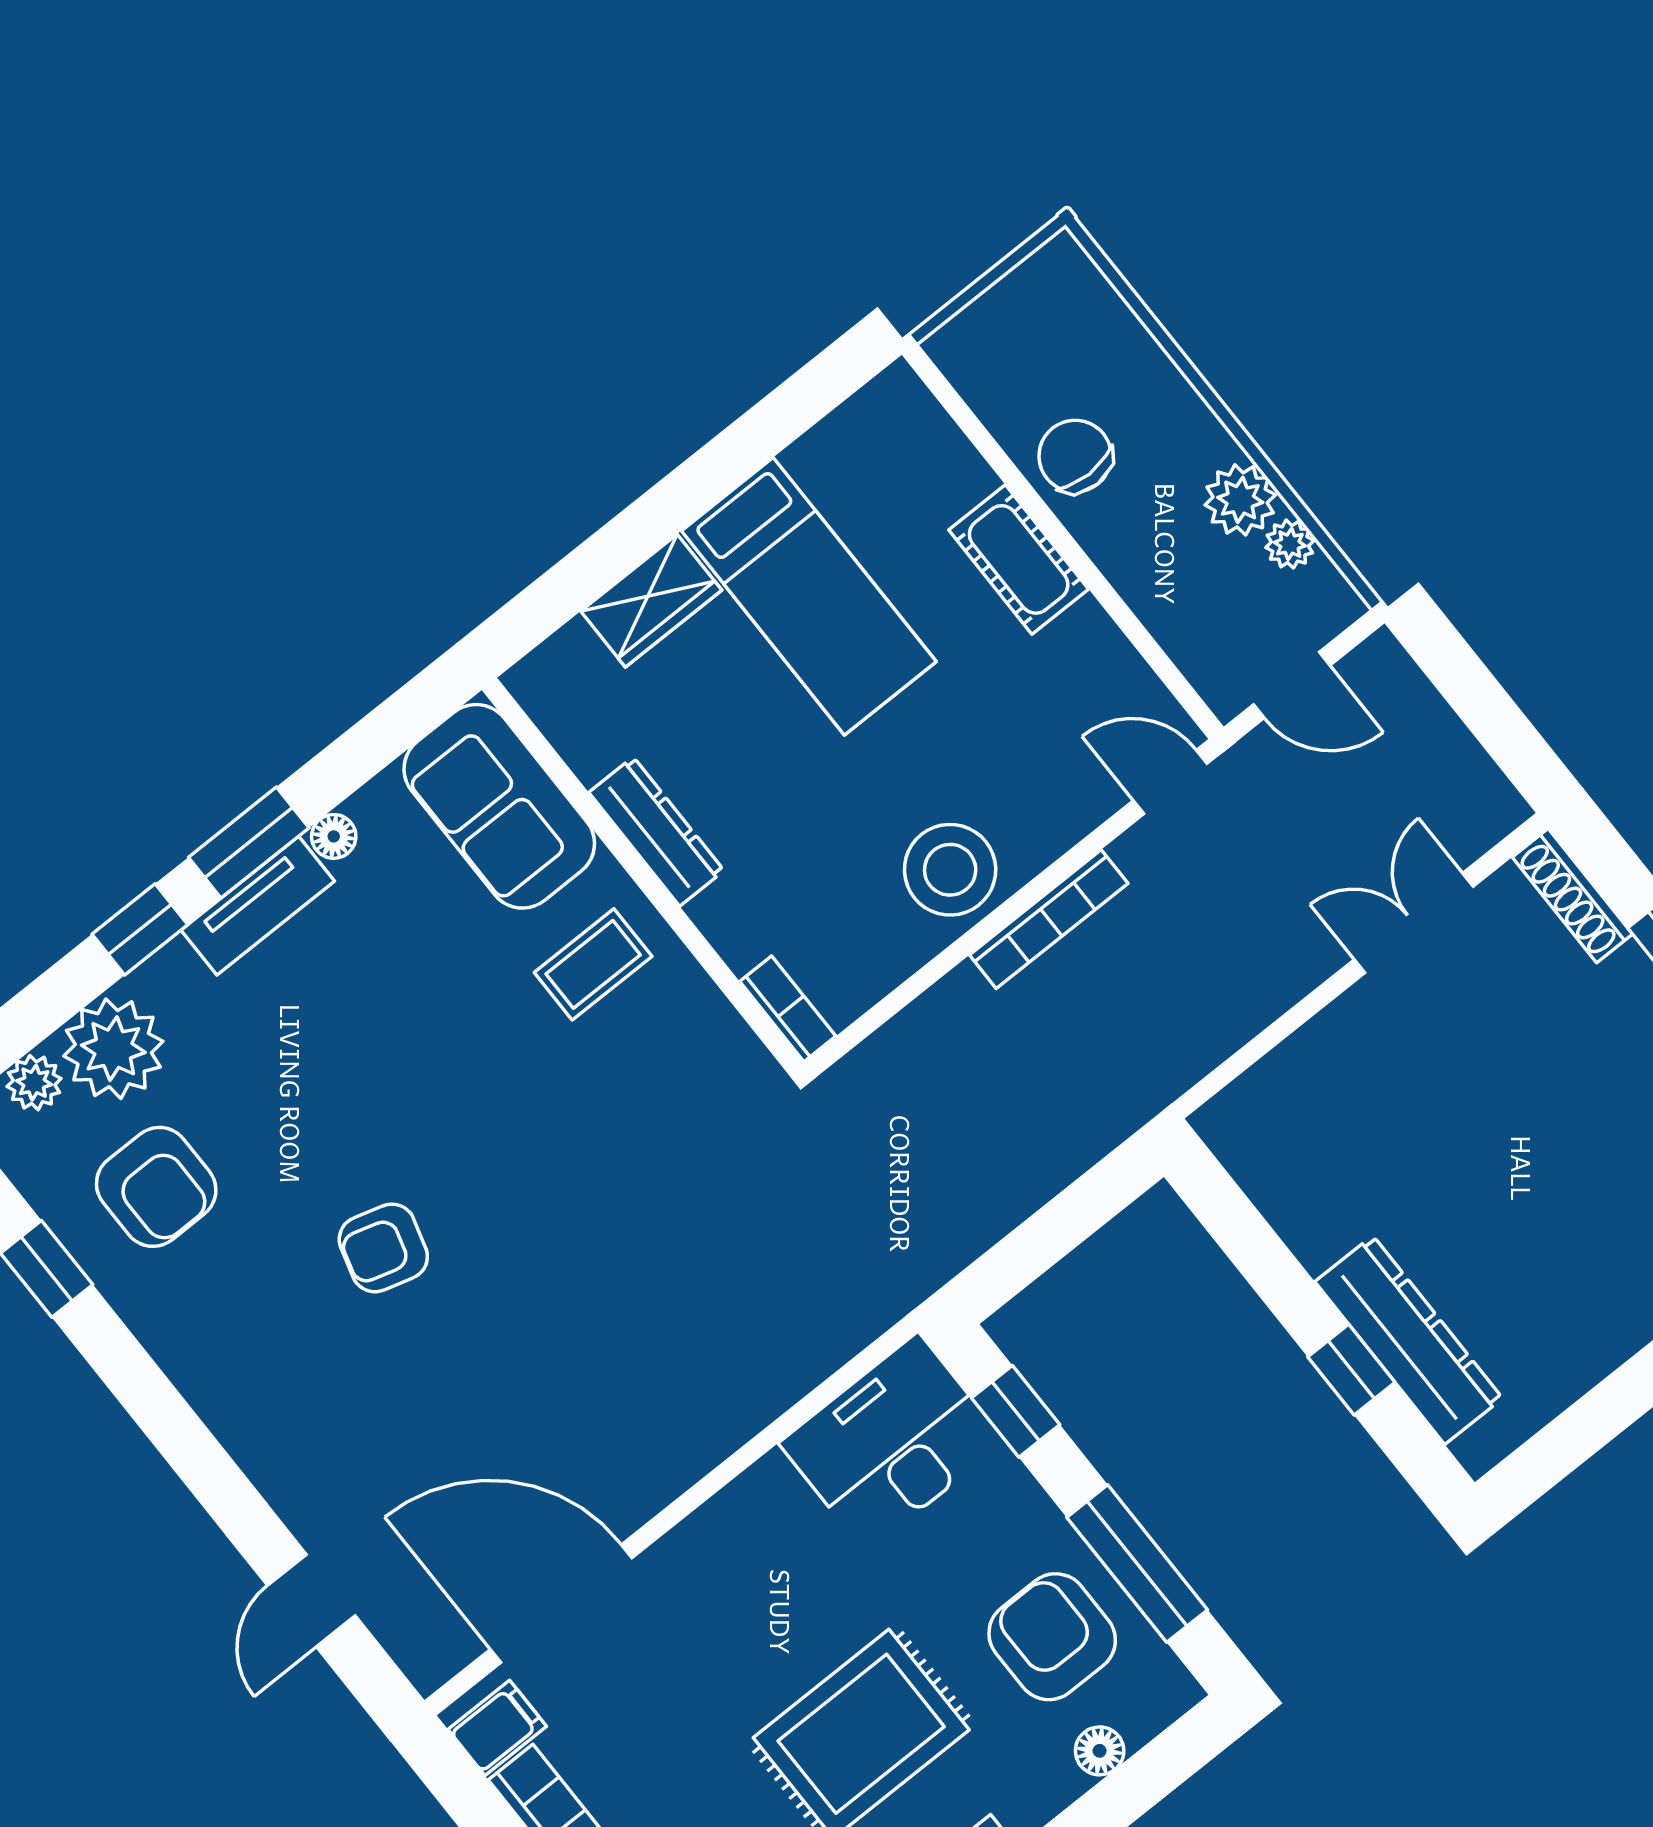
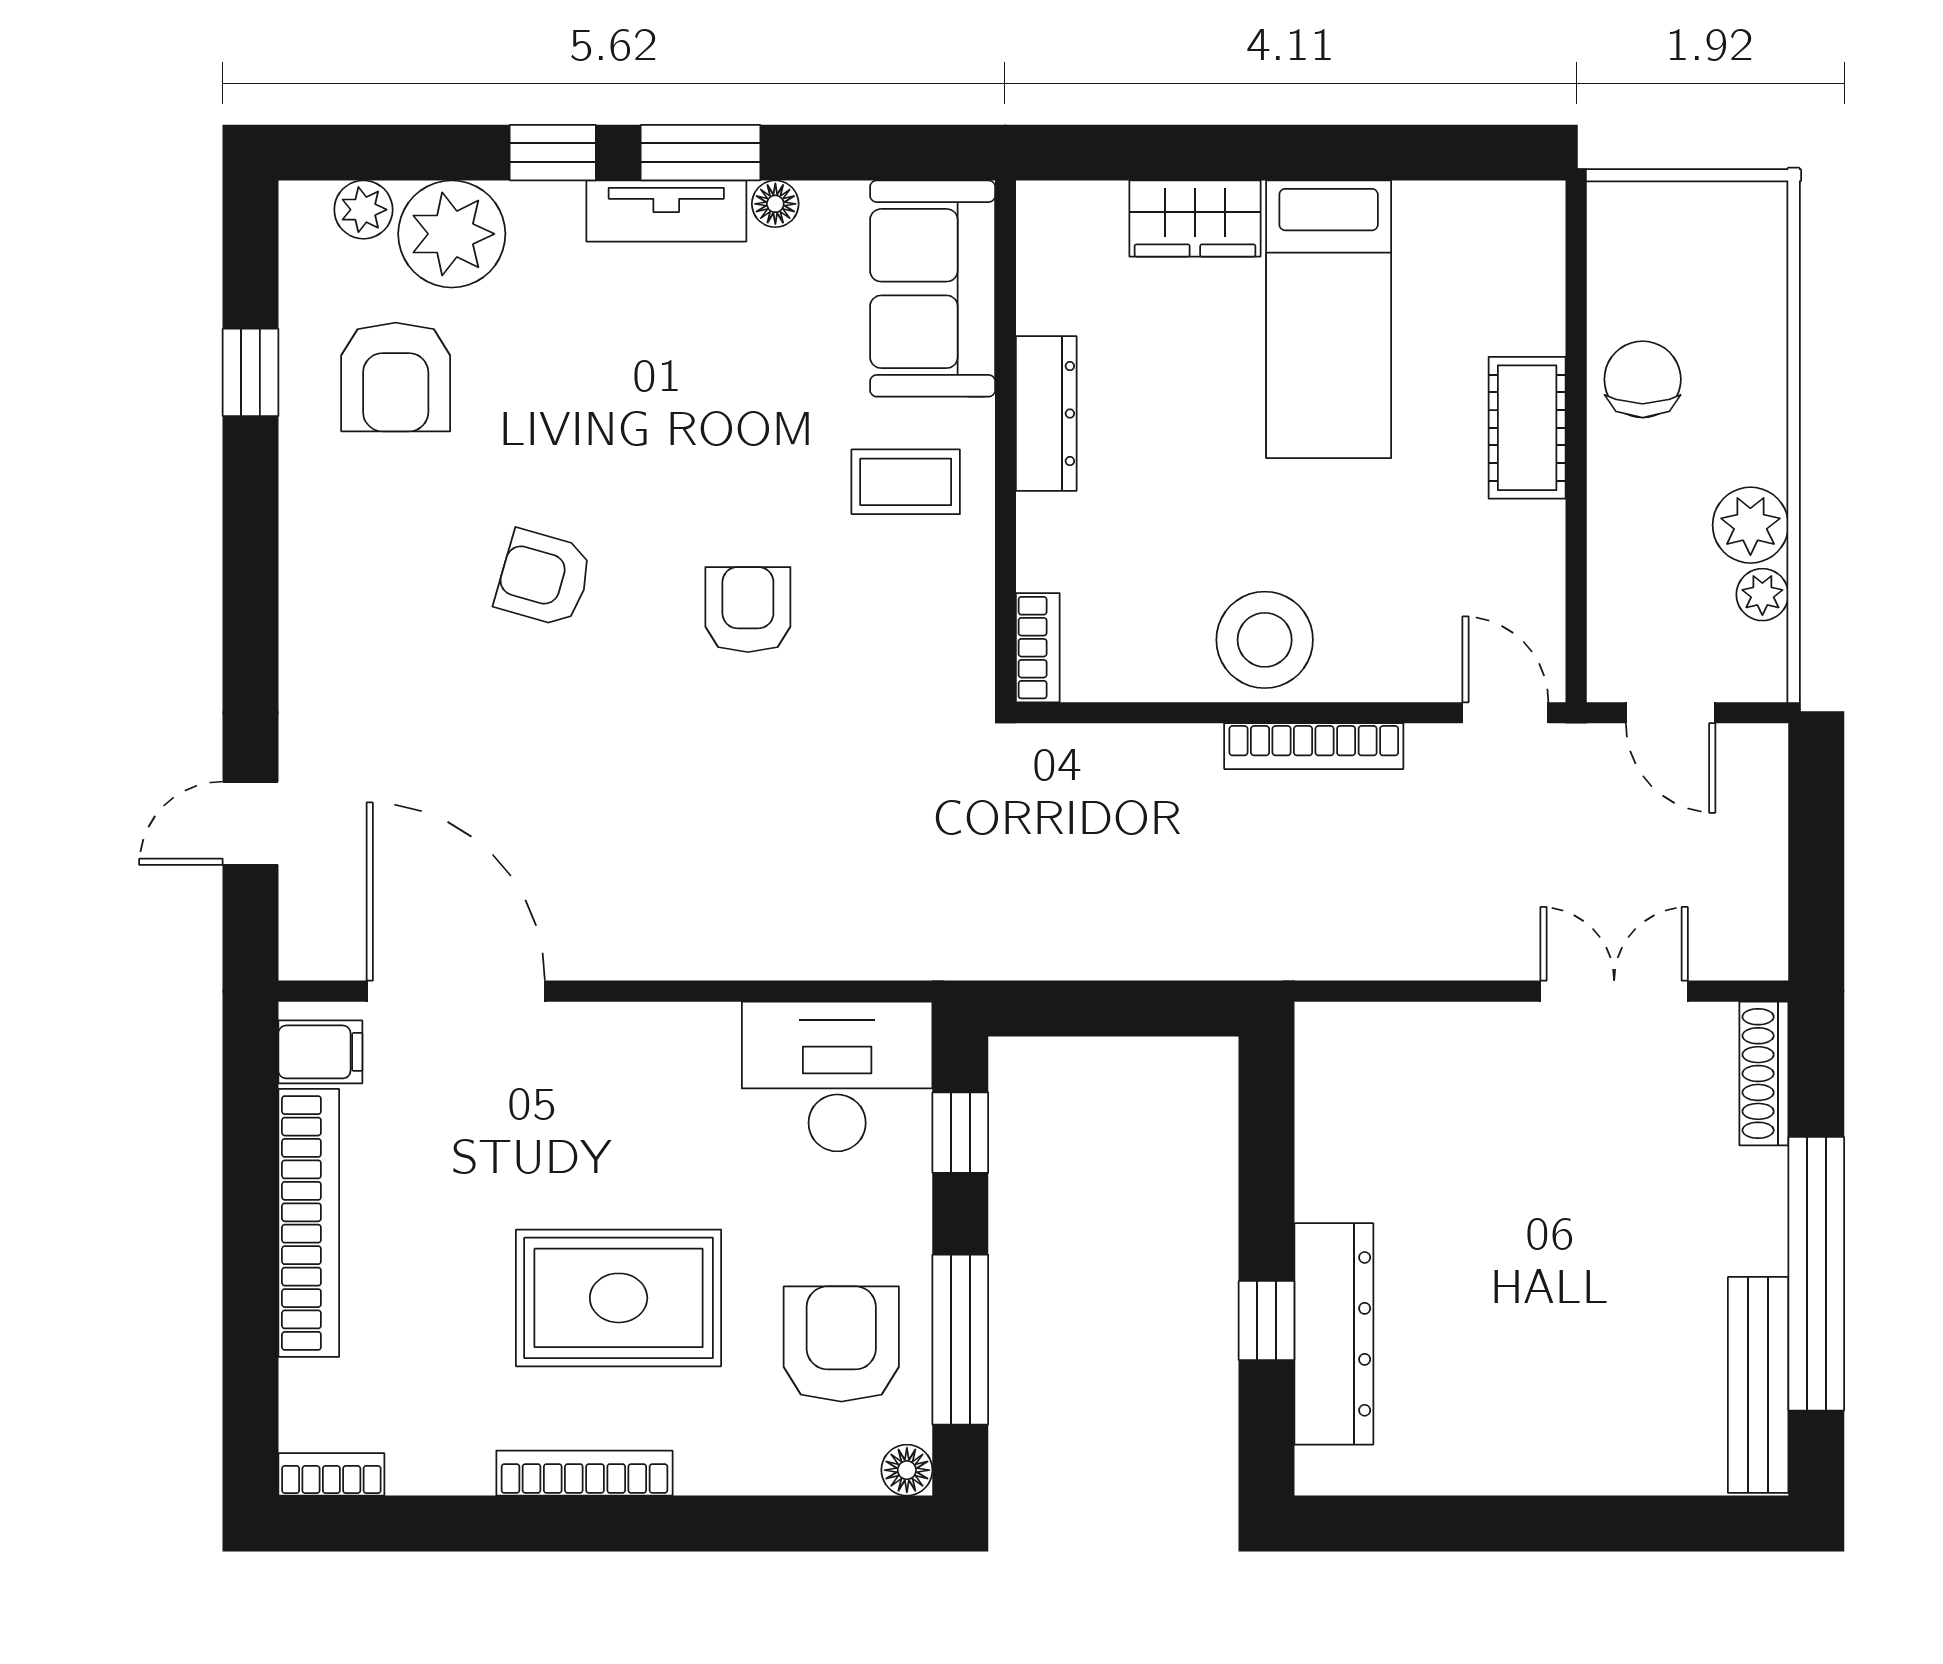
armchair: (552, 1151) -> (748, 610), added
floor lamp: (1100, 1751) -> (907, 1470), moved

